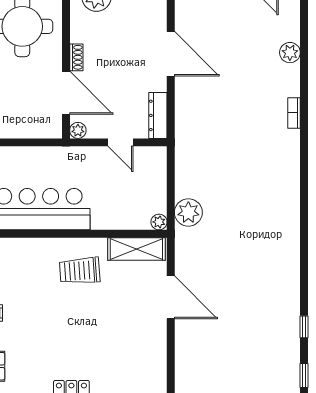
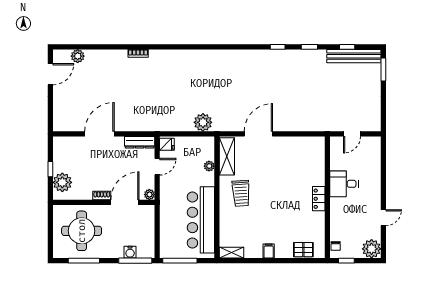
plant: (290, 53) -> (78, 56), moved
fridge: (155, 157) -> (167, 144), added
plant: (159, 222) -> (209, 166), moved

